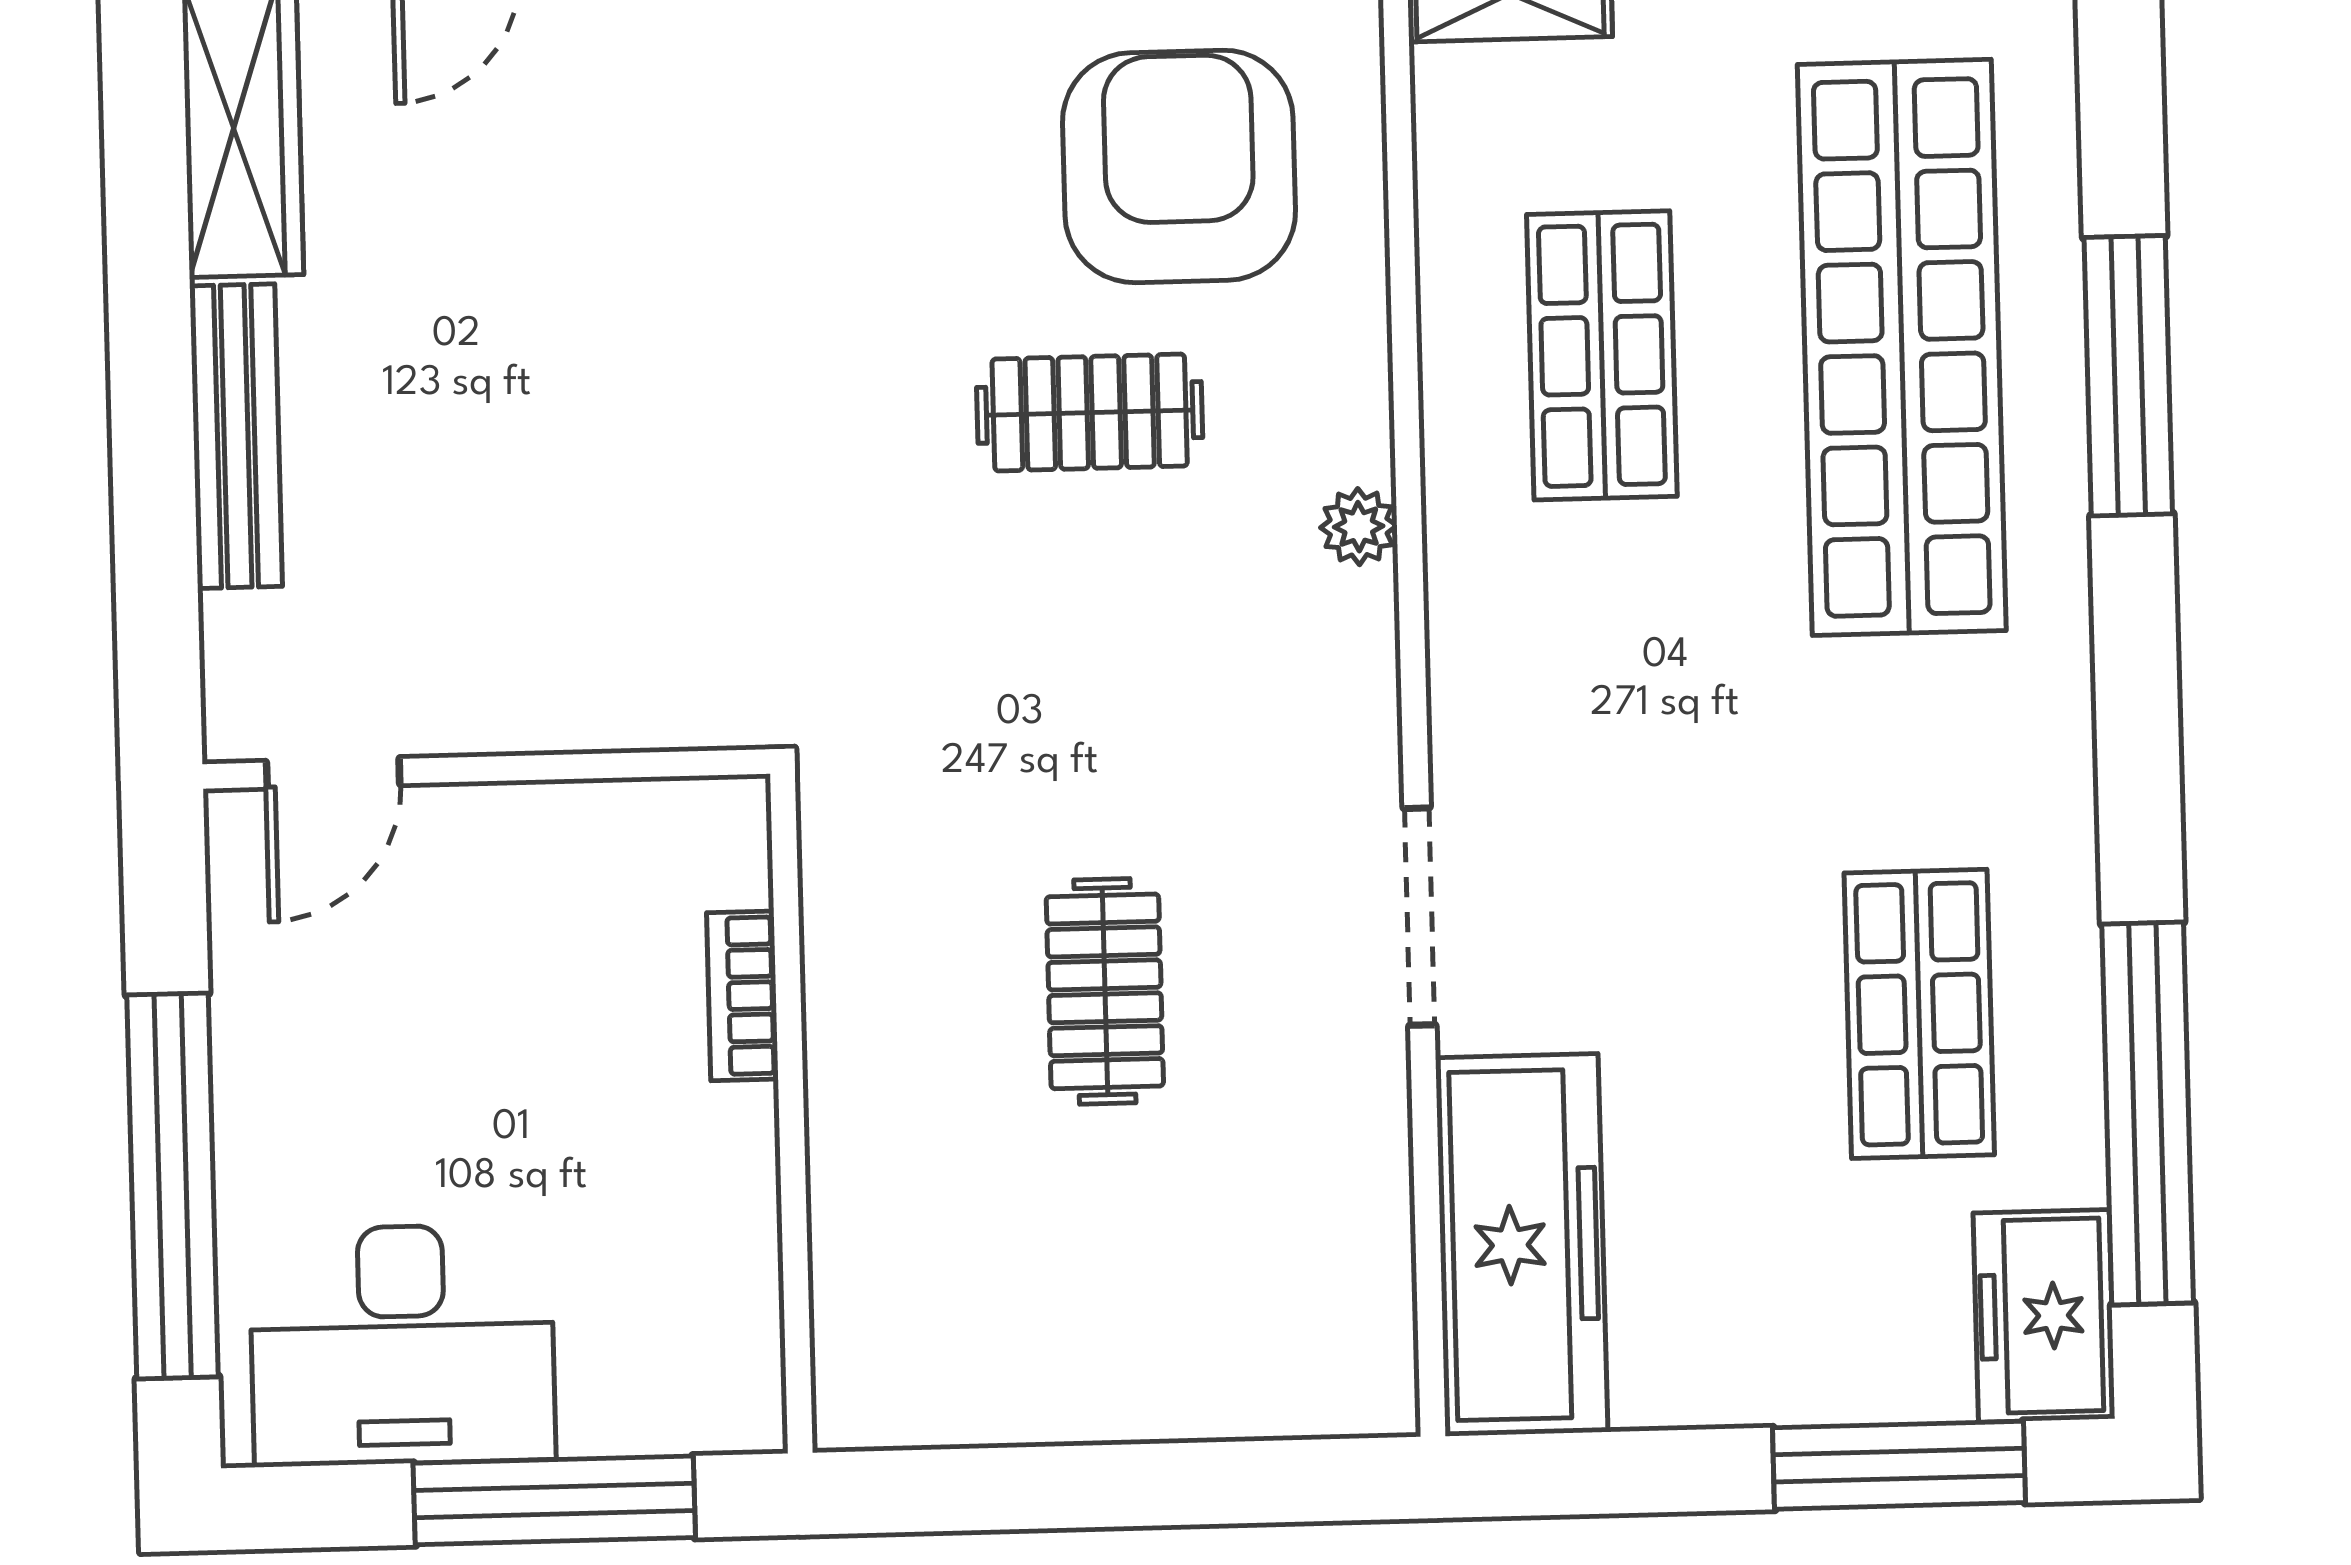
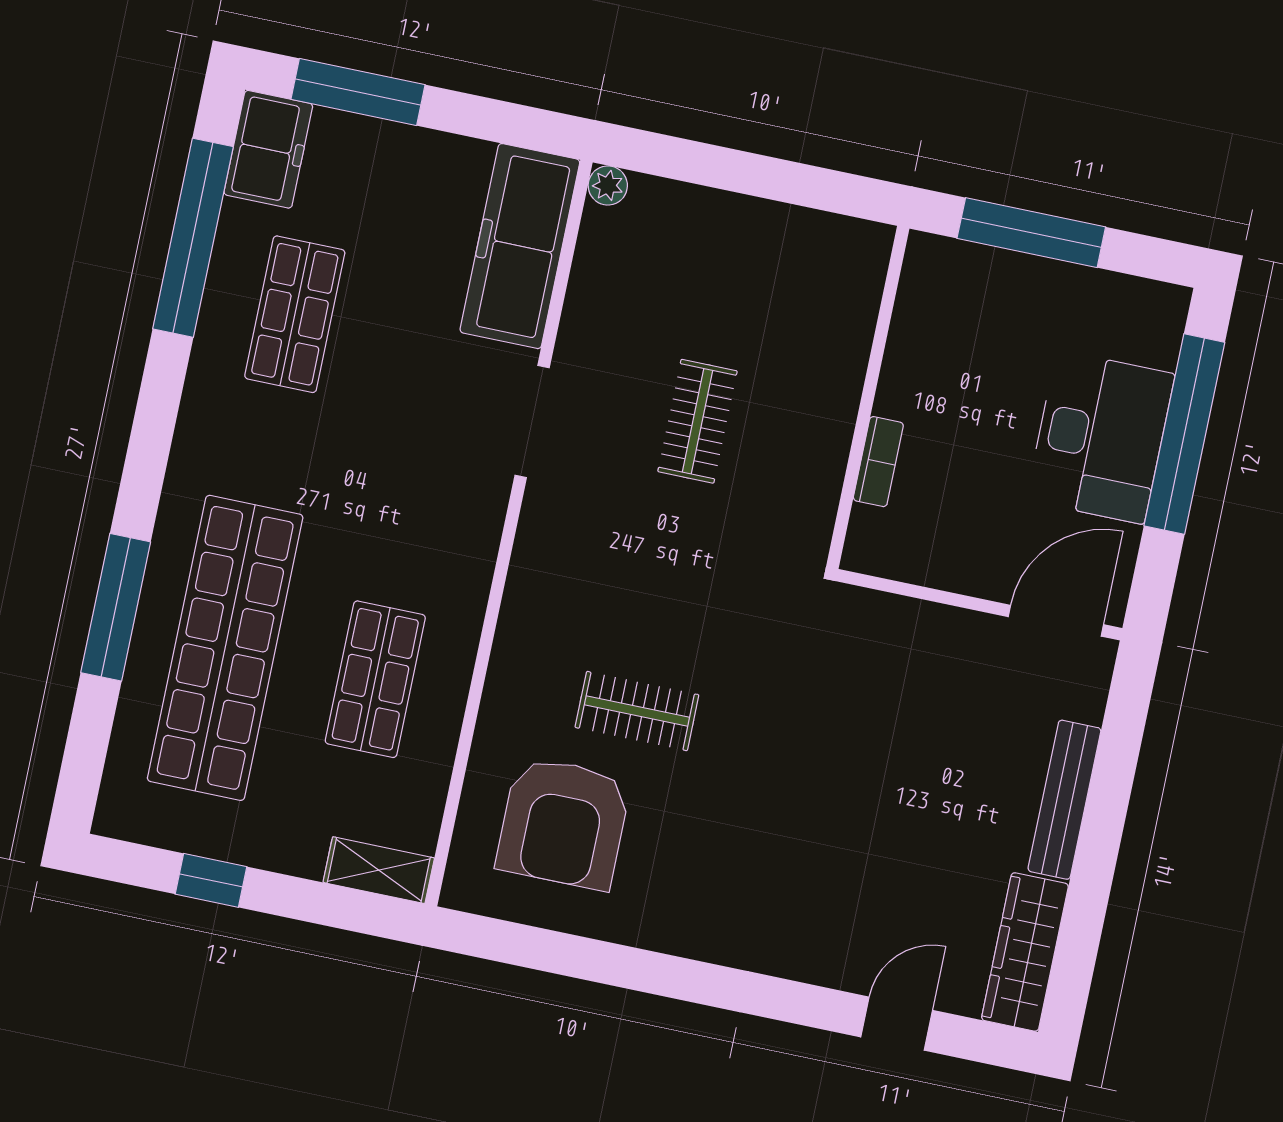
plant: (1359, 527) -> (608, 186), moved
door: (333, 773) -> (1056, 621), width x1.38
desk: (402, 1345) -> (1100, 437), moved, turned 90

